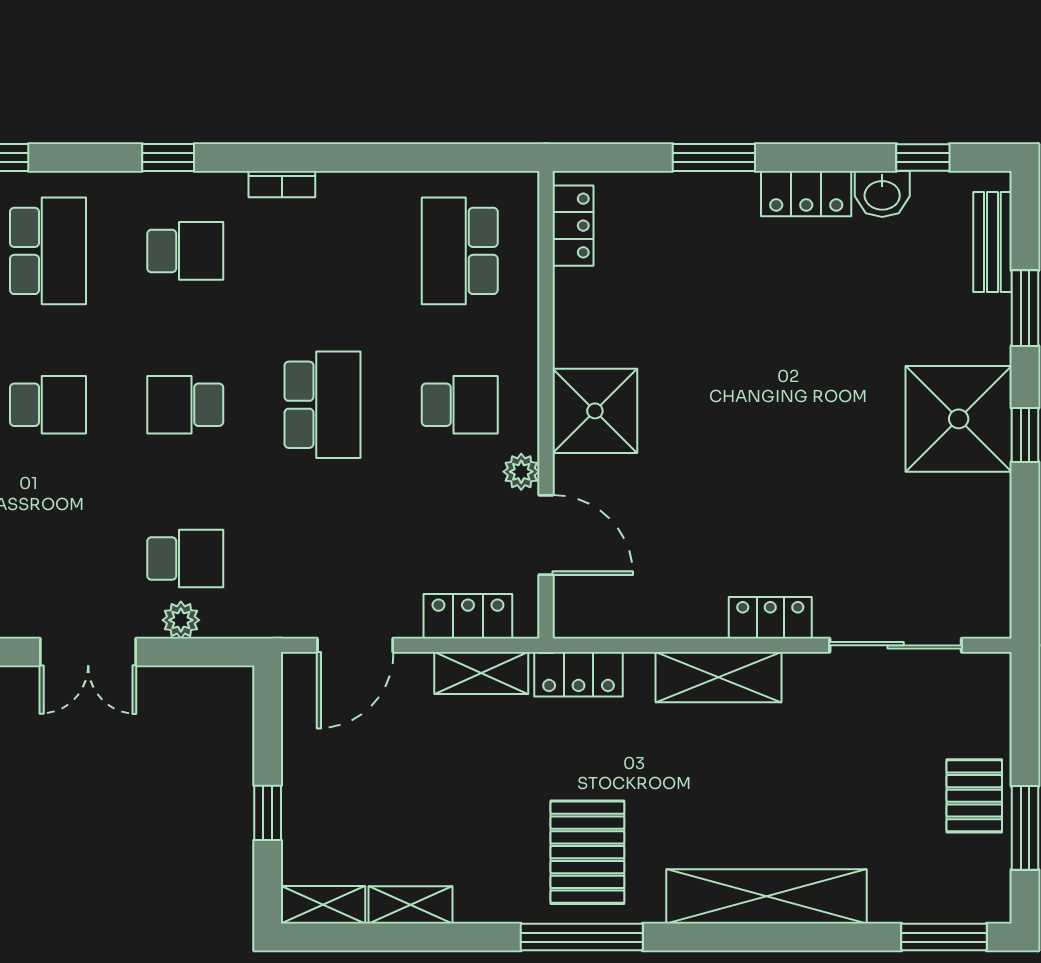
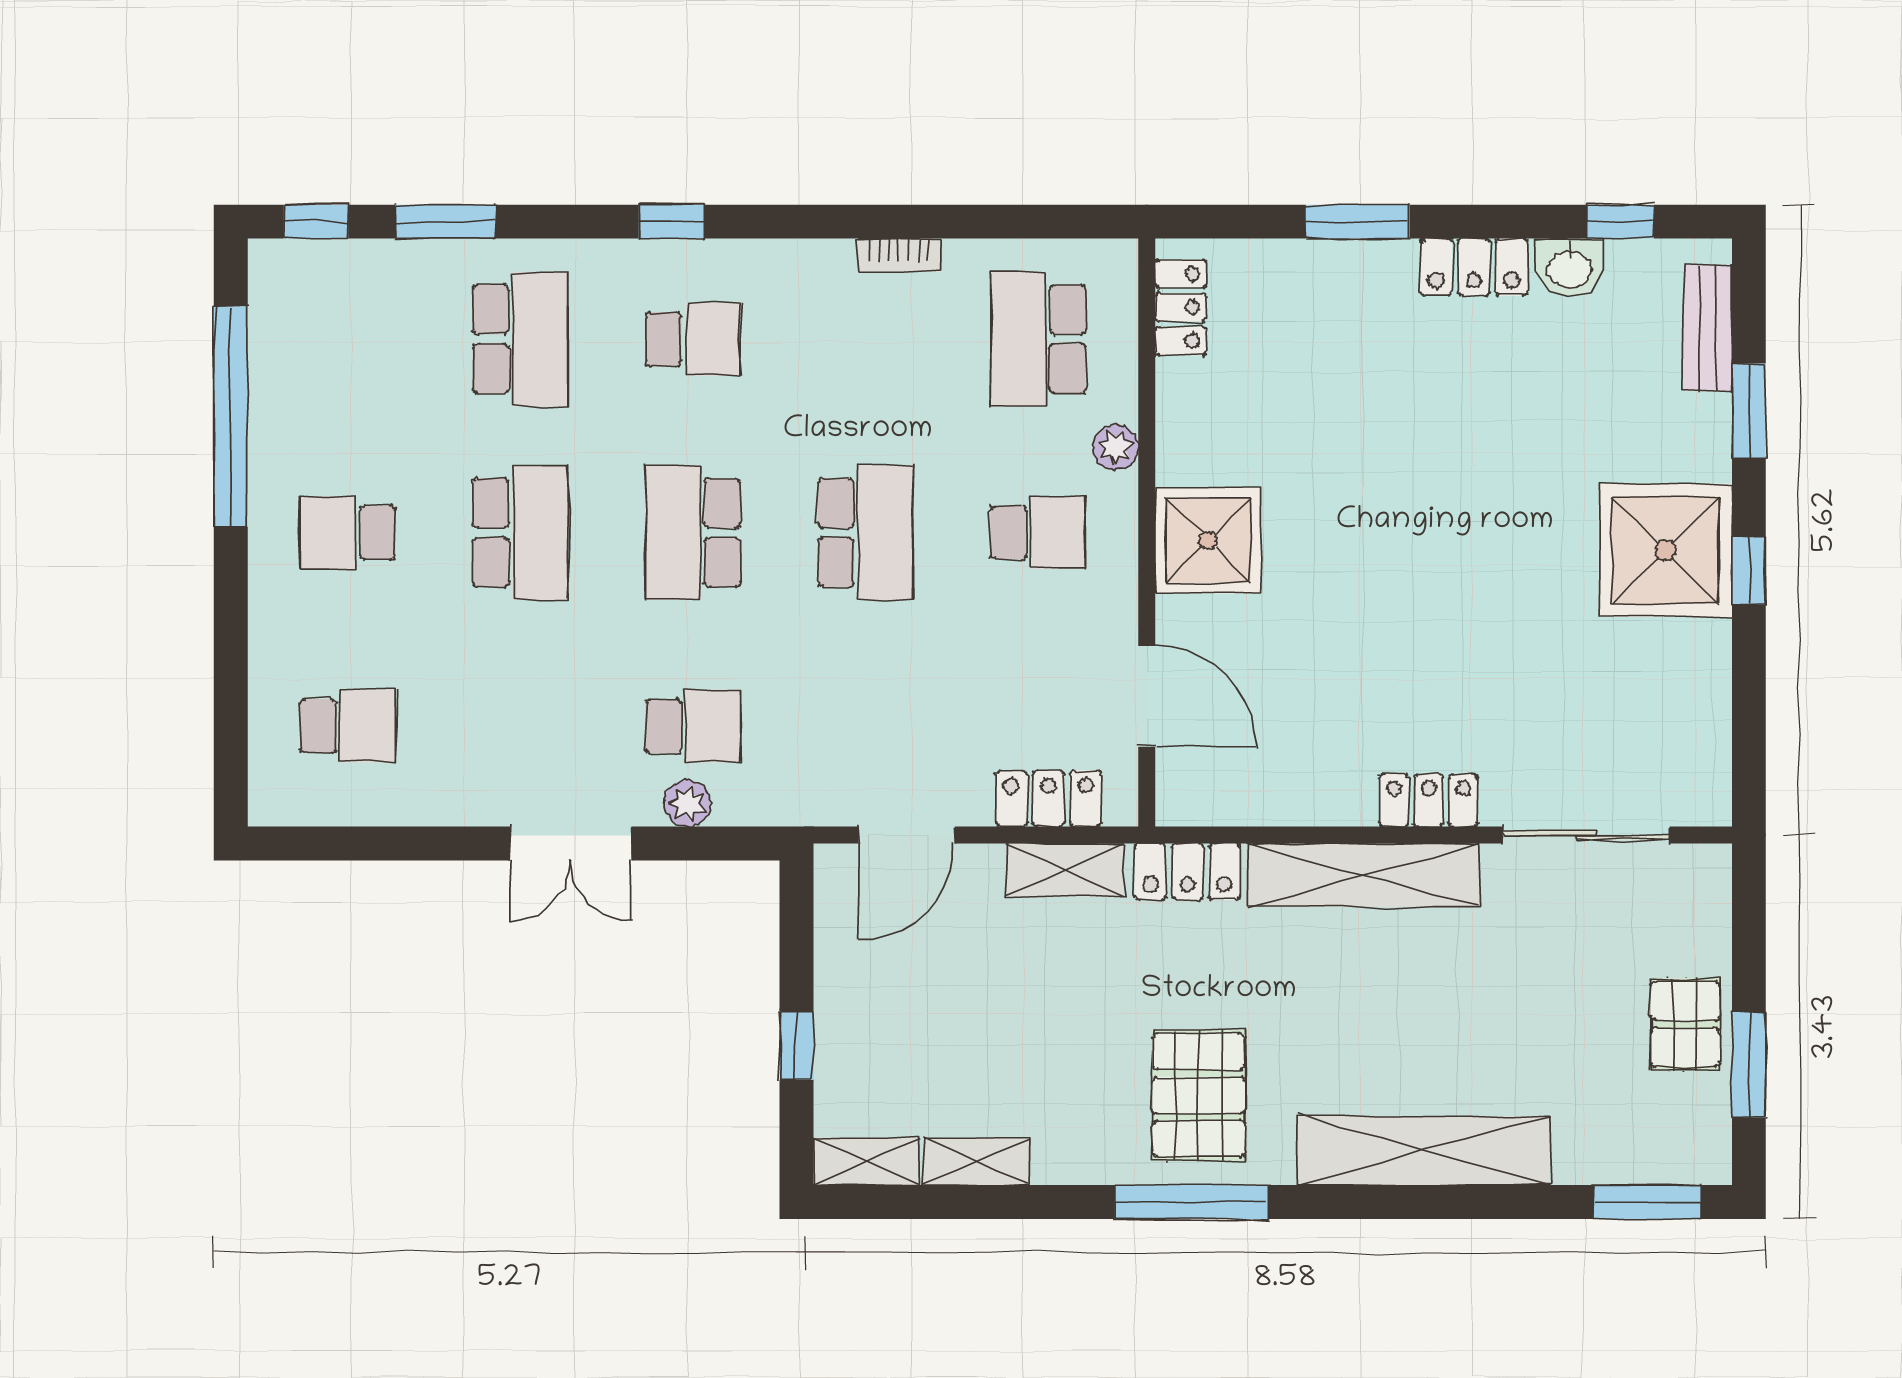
bookcase: (282, 184) -> (899, 255), moved
school desk: (48, 405) -> (520, 533), width x1.85
school desk: (185, 405) -> (693, 533), width x1.85
plant: (521, 472) -> (1115, 447), moved
shelving: (719, 677) -> (1364, 875), width x1.47

